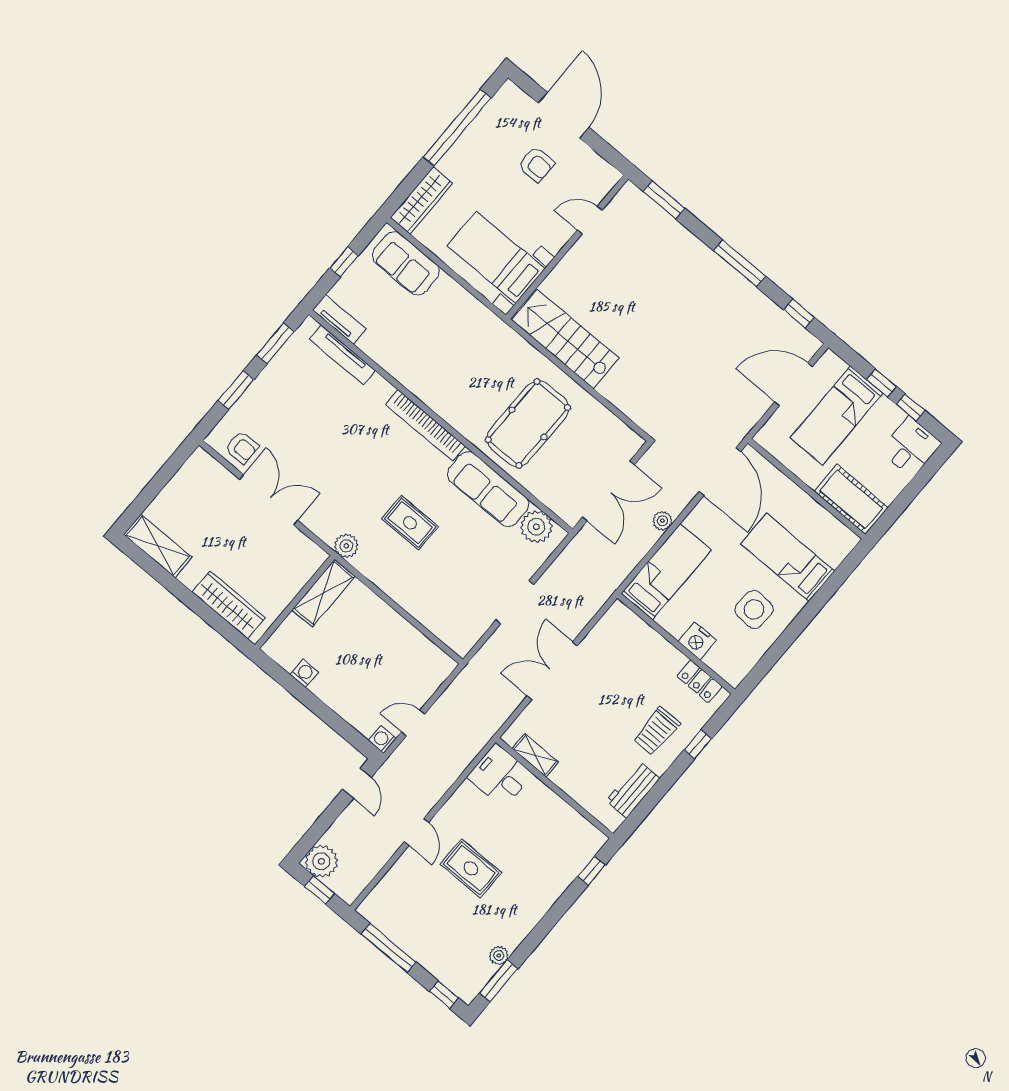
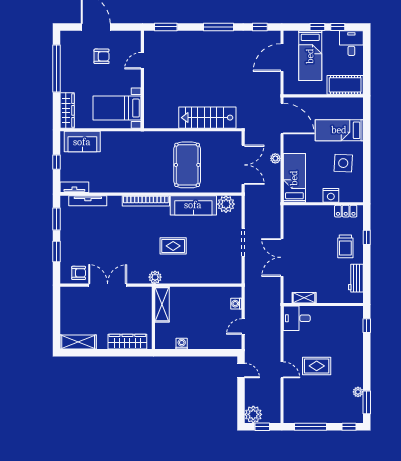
stairs: (565, 339) -> (207, 118), moved
washing machine: (382, 739) -> (236, 304), moved

